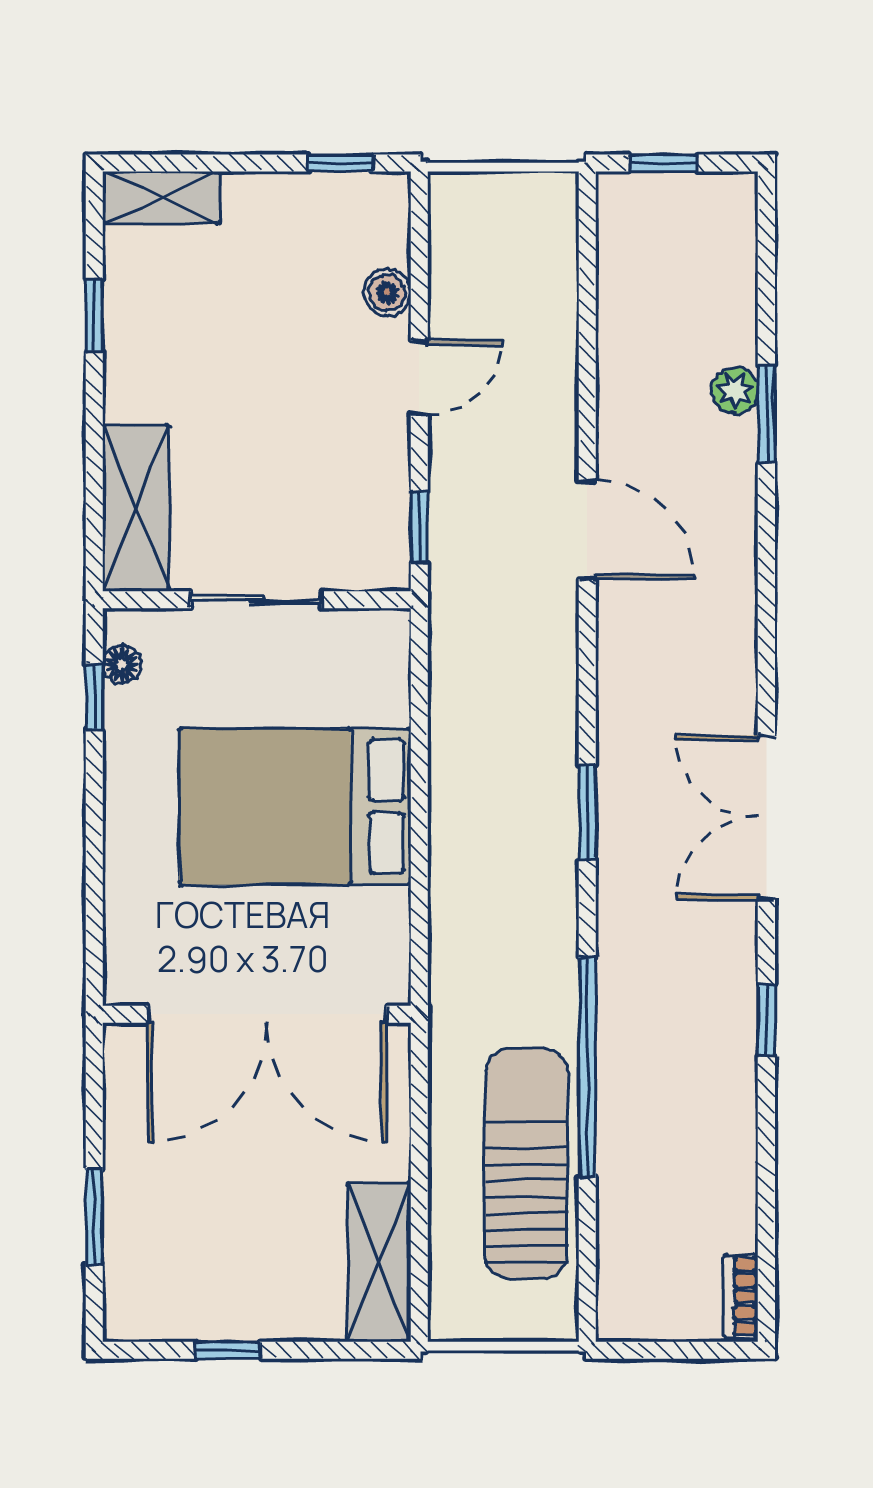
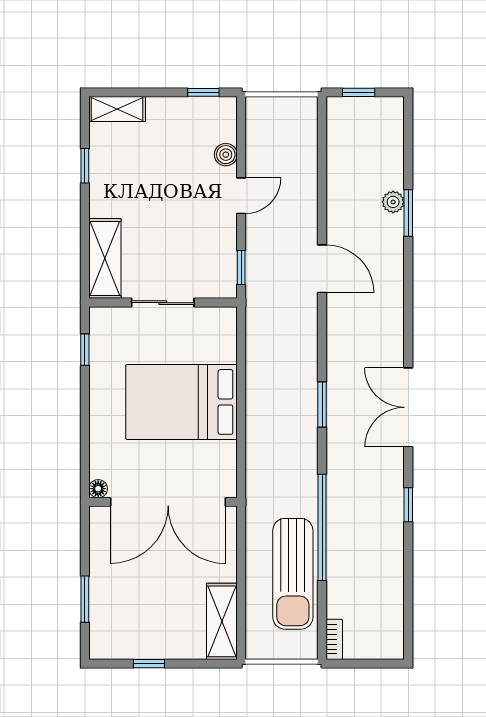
floor lamp: (122, 664) -> (98, 489), moved
sun lounger: (527, 1164) -> (293, 574), turned 180
bookcase: (741, 1296) -> (334, 639), moved, turned 180

